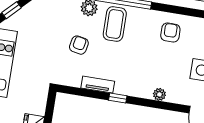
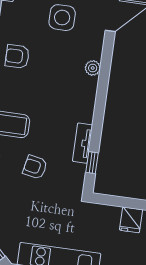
window: (118, 98) -> (92, 163), moved

